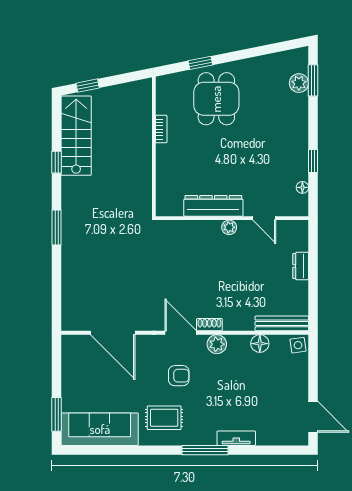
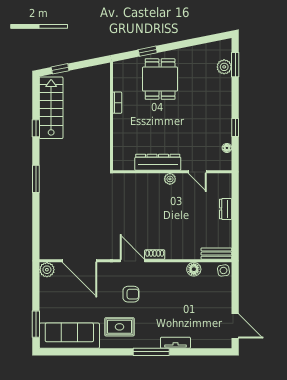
bench: (282, 323) -> (216, 254), width x0.73
plant: (217, 344) -> (47, 270), moved

